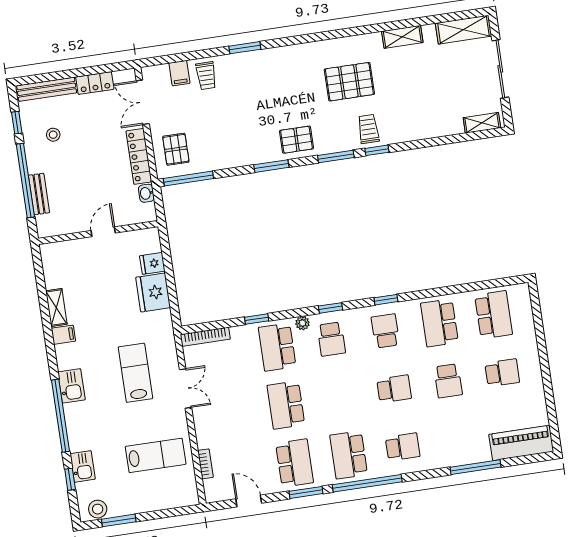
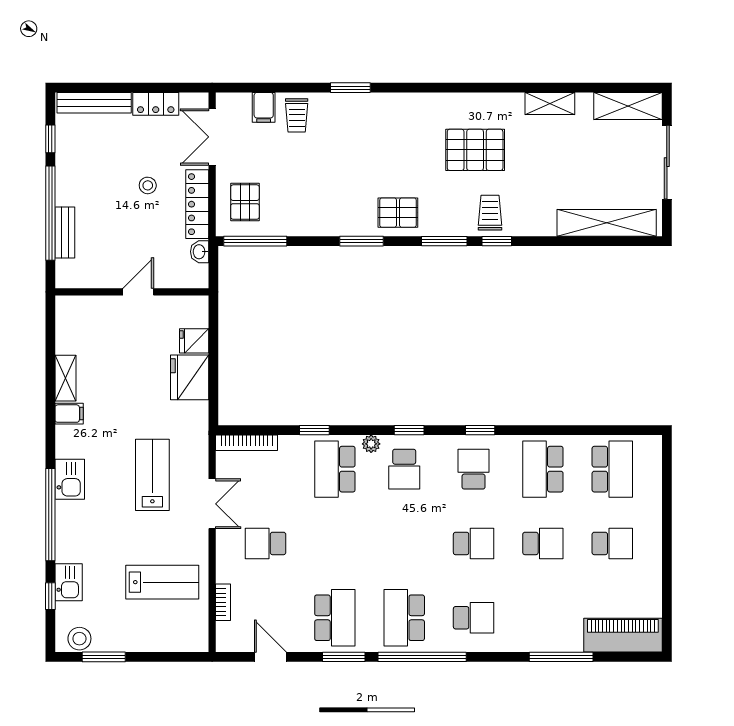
shelving: (482, 123) -> (607, 223), width x2.20, depth x1.33
stool: (53, 135) -> (148, 185), moved
school desk: (448, 381) -> (543, 543), turned -90
school desk: (286, 405) -> (266, 543), moved, width x0.54

